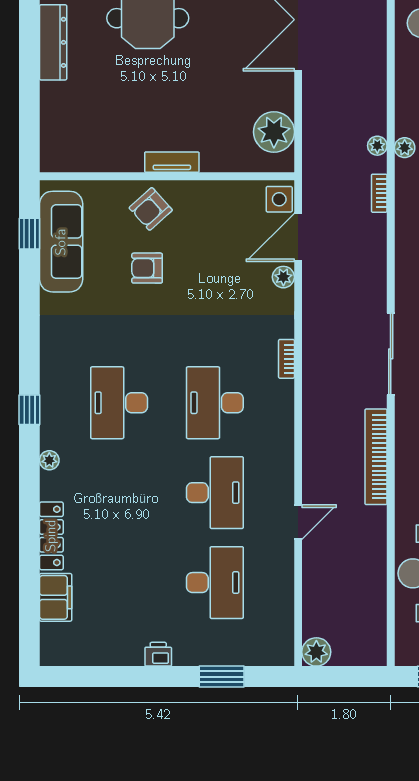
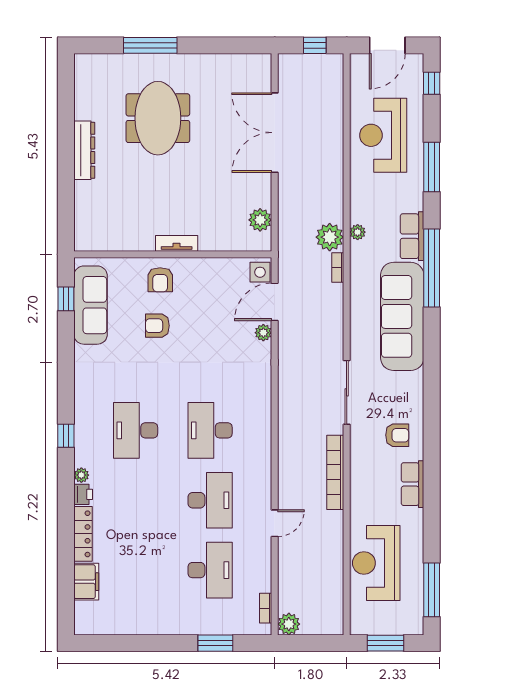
plant: (274, 132) -> (260, 220), width x0.73, depth x0.73
plant: (377, 146) -> (330, 237), width x1.88, depth x1.88
armchair: (151, 209) -> (160, 280), turned -48
bookcase: (286, 359) -> (266, 608), moved
printer: (158, 654) -> (83, 494), moved, turned 90

